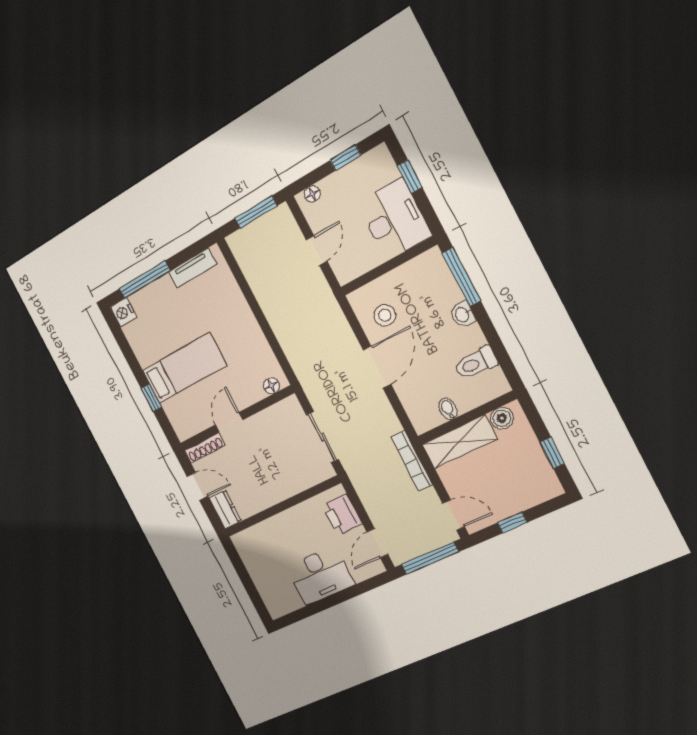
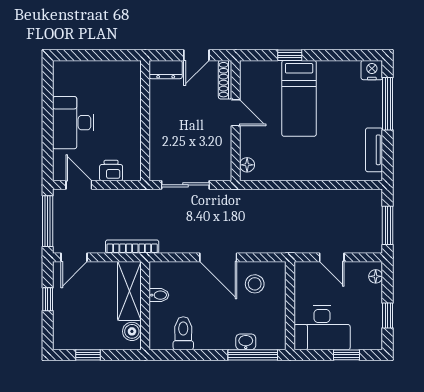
washbasin: (463, 314) -> (246, 342), moved
printer: (342, 515) -> (111, 171), width x0.73, depth x0.81

